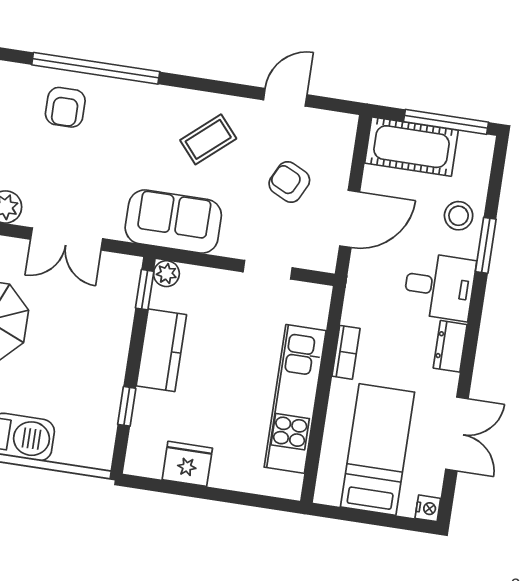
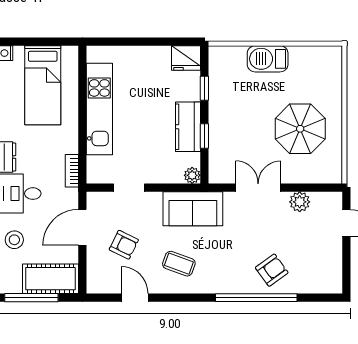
door: (285, 97) -> (135, 298), swing flipped
armchair: (65, 107) -> (272, 270), turned 54
coffee table: (208, 139) -> (179, 264), turned 61
window: (145, 290) -> (204, 136), moved
bookcase: (346, 352) -> (72, 171), moved
fridge: (187, 464) -> (186, 58), moved

